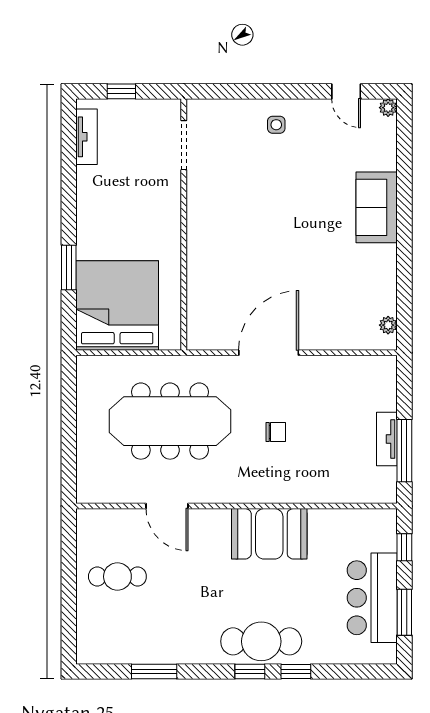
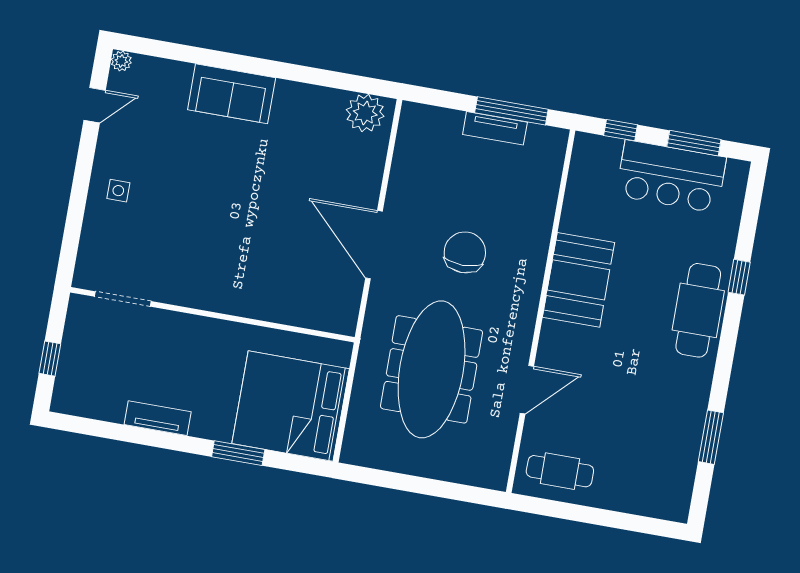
tv unit: (87, 137) -> (158, 418), moved
plant: (388, 325) -> (365, 113), width x1.87, depth x1.87
chair: (276, 432) -> (465, 252), width x1.87, depth x1.87
cafe table: (117, 577) -> (560, 471), moved, turned 90
window: (250, 671) -> (730, 329), removed

